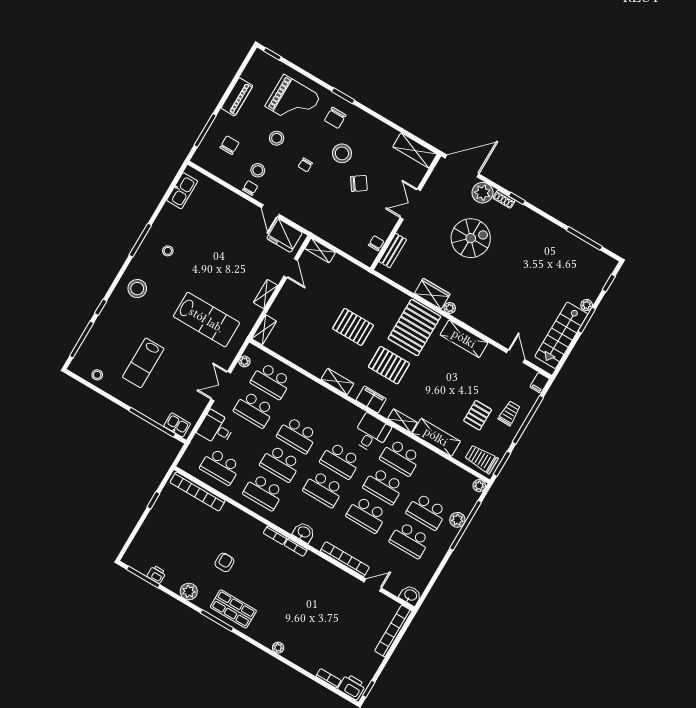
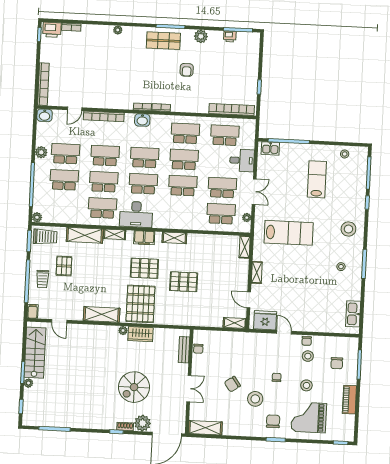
lab bench: (206, 320) -> (289, 233), turned 180
desk: (371, 433) -> (136, 214), width x1.37
plant: (457, 520) -> (41, 152), moved

